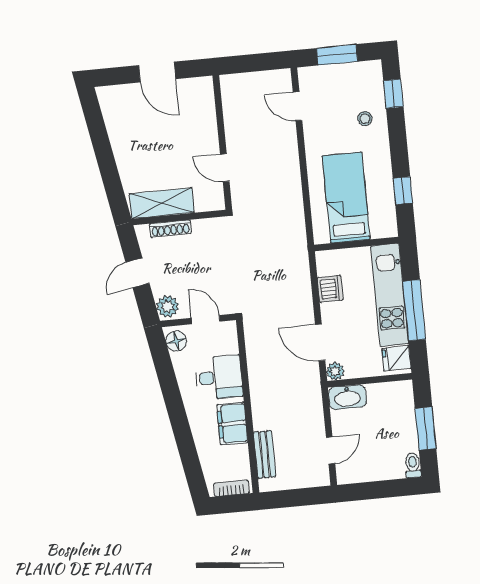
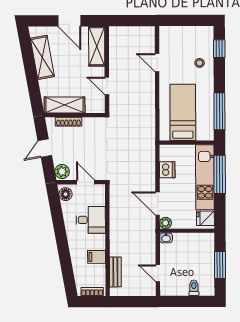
window: (337, 55) -> (186, 20), removed
door: (297, 106) -> (157, 63), moved
shelving: (203, 108) -> (97, 46), added
shelving: (121, 133) -> (42, 57), added
window: (403, 191) -> (219, 111), width x2.17
window: (414, 310) -> (220, 174), moved
washbasin: (347, 397) -> (166, 238), width x0.52, depth x0.69
filing cabinet: (232, 424) -> (97, 257), width x0.50
door: (331, 450) -> (158, 273), swing flipped
toilet: (413, 465) -> (194, 288), moved

